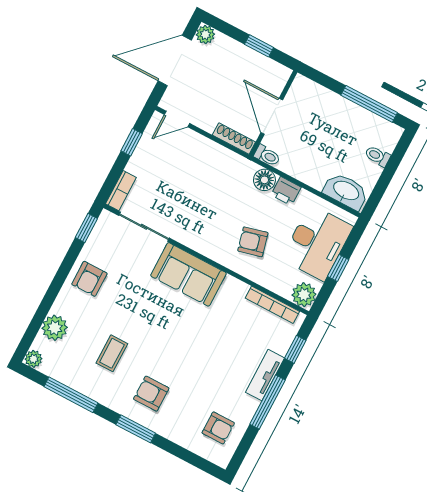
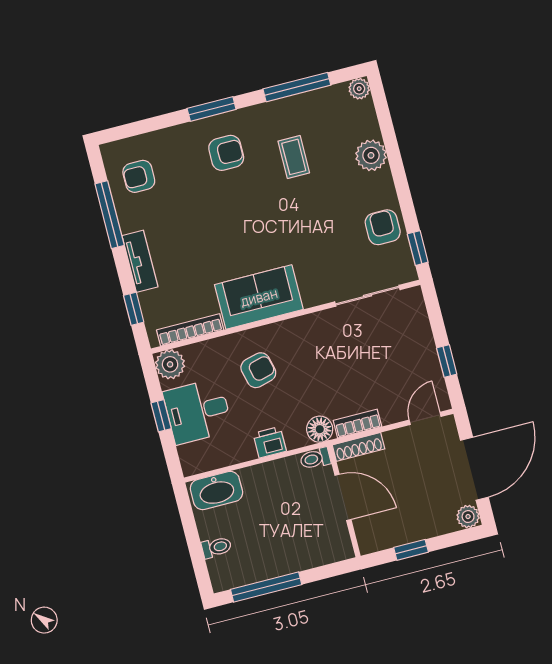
floor lamp: (264, 180) -> (320, 429), moved
bookcase: (121, 191) -> (357, 424), moved, turned 90
desk: (317, 243) -> (198, 411), width x0.73
sofa: (188, 274) -> (259, 297), moved
armchair: (89, 279) -> (383, 227), moved
plant: (55, 328) -> (371, 155), moved
window: (267, 402) -> (110, 215), moved

